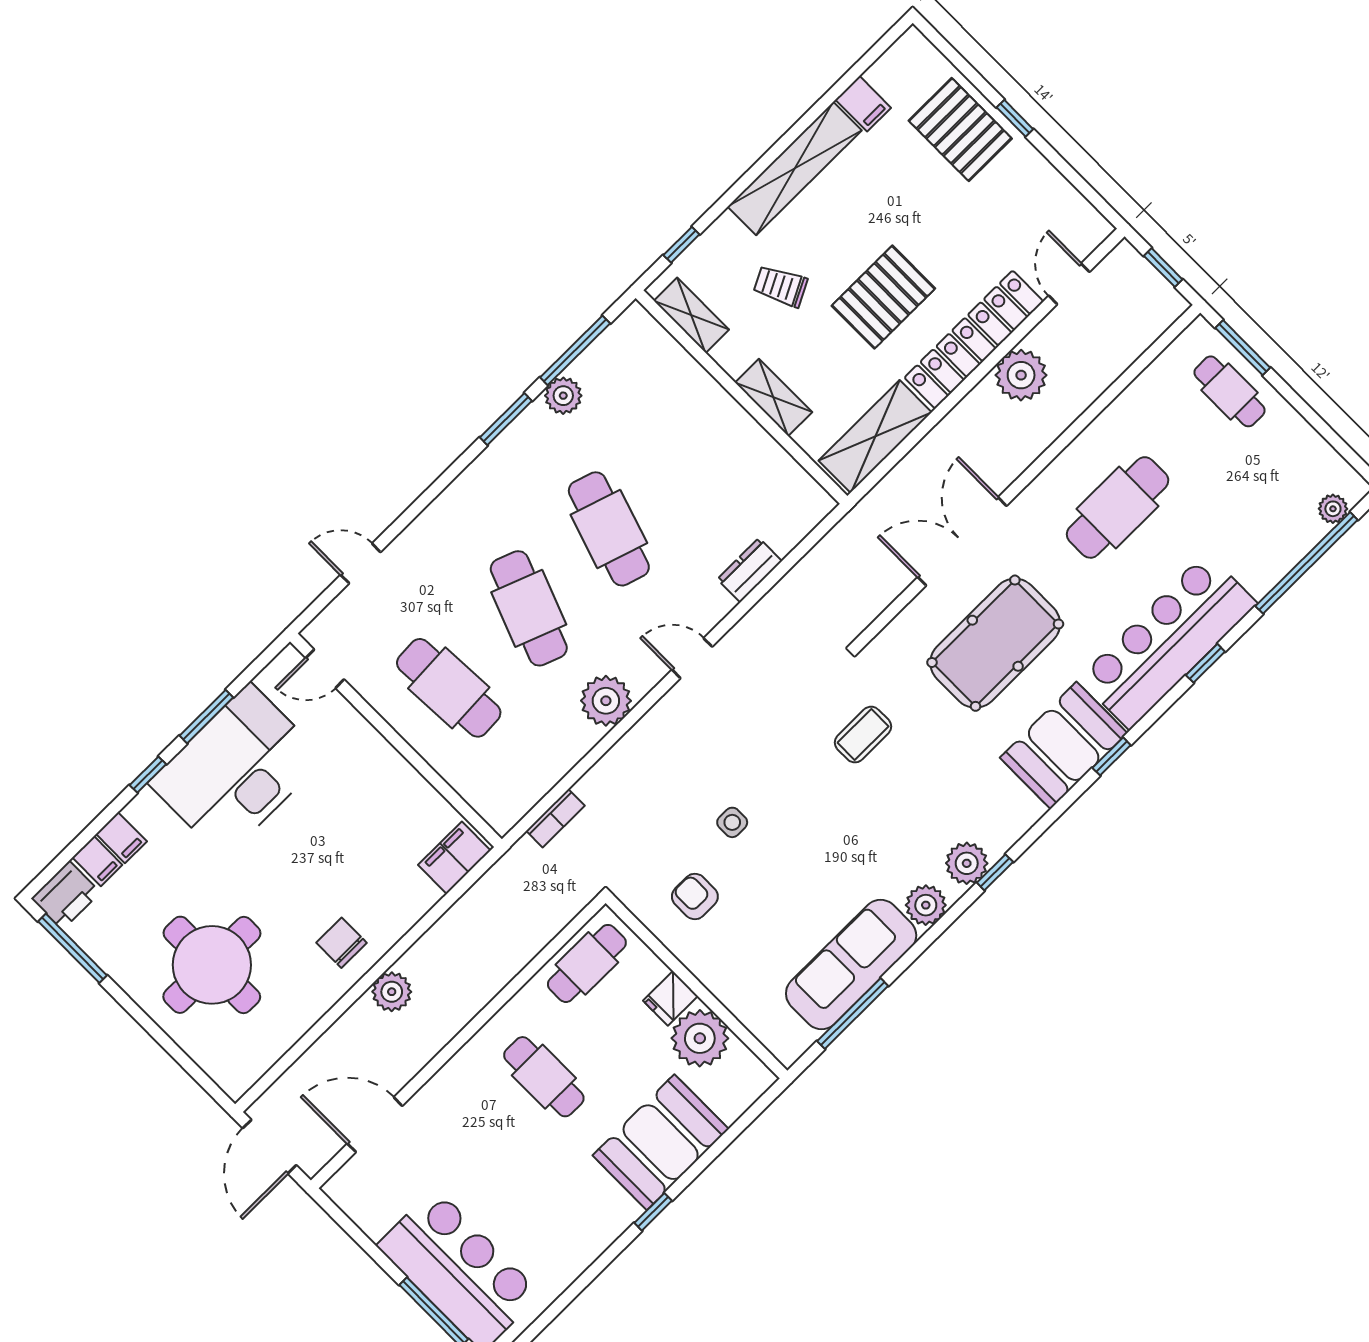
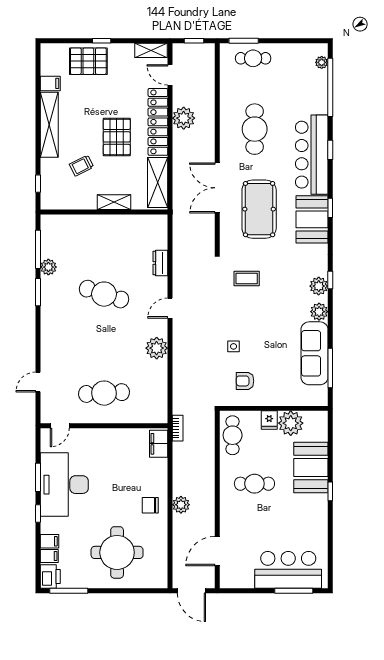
shelving: (691, 315) -> (151, 50), moved
cafe table: (529, 608) -> (104, 344), removed
coffee table: (863, 735) -> (247, 278), turned 90
bookcase: (555, 818) -> (178, 428), moved

